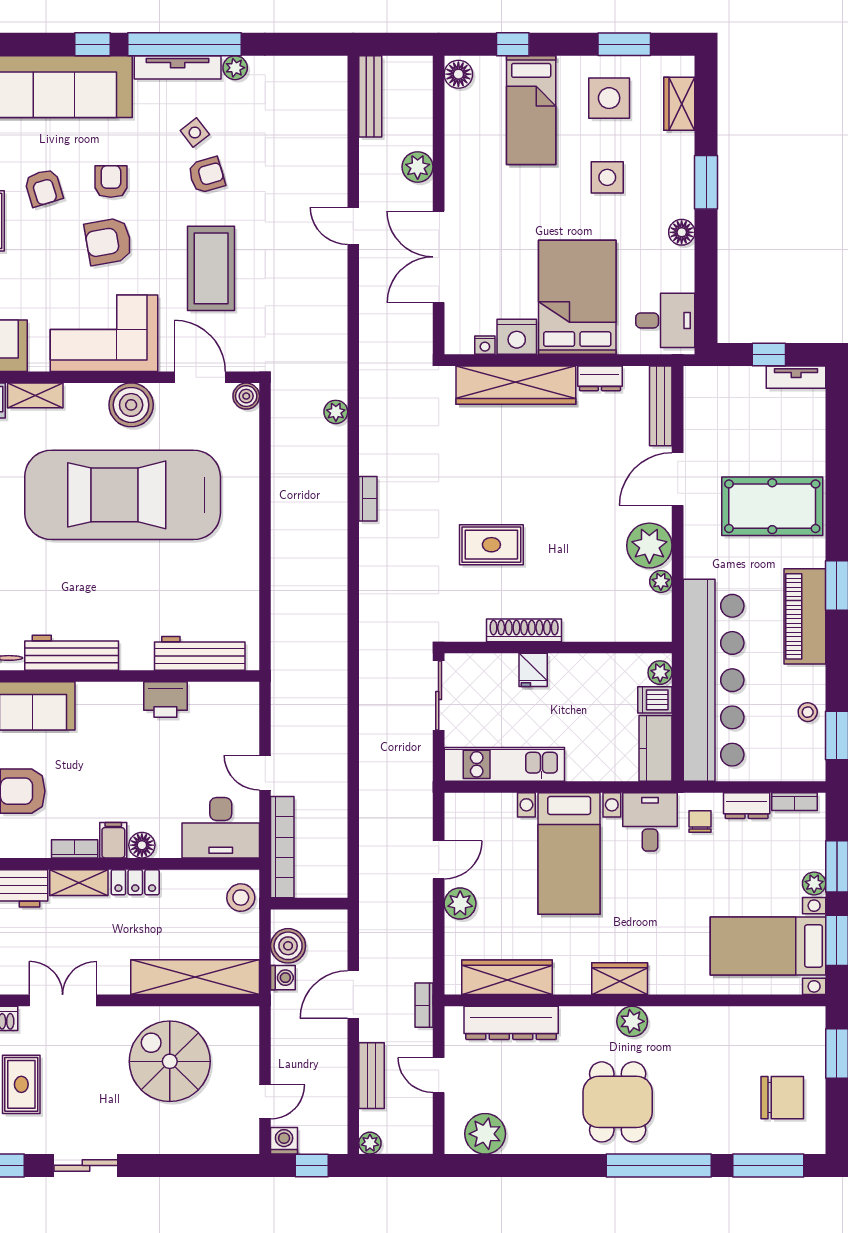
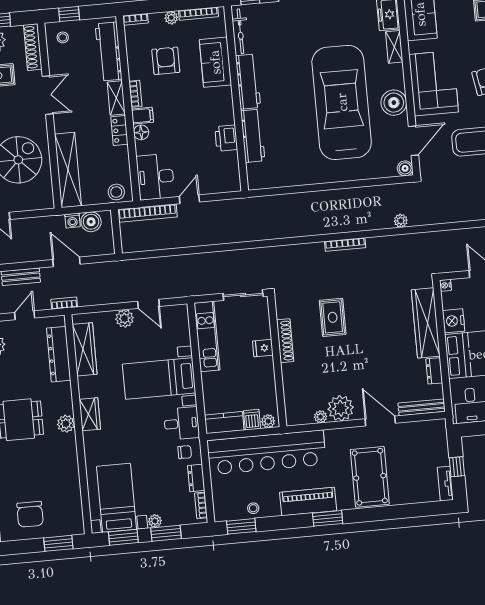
nightstand: (485, 345) -> (445, 285), moved
bookcase: (368, 499) -> (345, 245), width x1.56
workbench: (200, 653) -> (253, 136), moved

